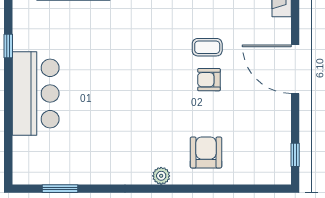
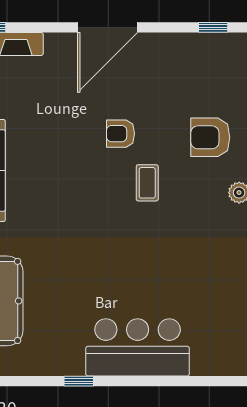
coffee table: (207, 47) -> (147, 183), moved
armchair: (209, 80) -> (120, 134), turned 90

